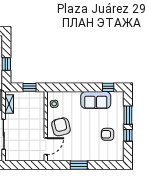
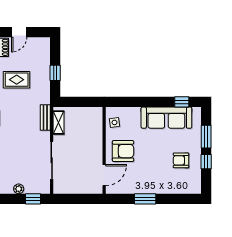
window: (30, 87) -> (84, 102), removed
sofa: (96, 100) -> (166, 118), width x1.36
armchair: (61, 127) -> (123, 151), turned 104

